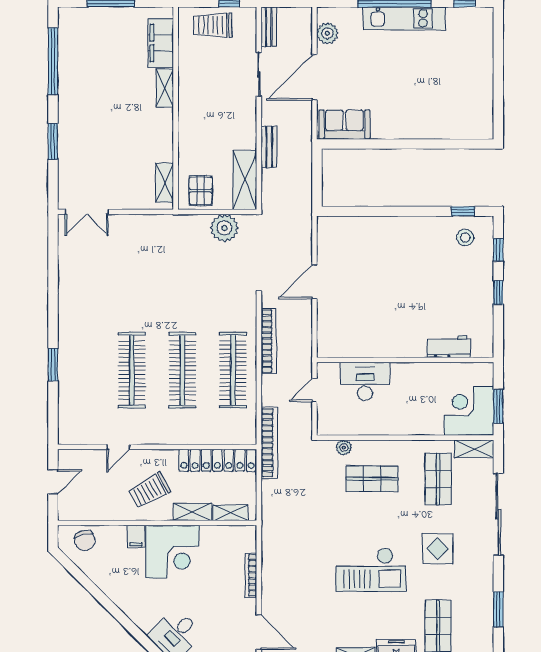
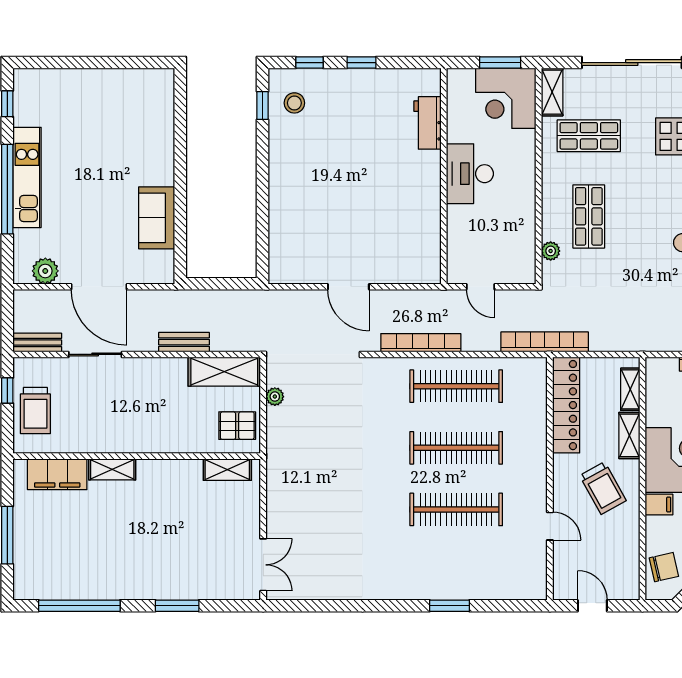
sofa: (344, 125) -> (157, 218), moved
plant: (224, 228) -> (275, 397), width x0.53, depth x0.53
desk: (365, 381) -> (470, 174), moved

